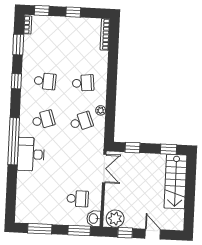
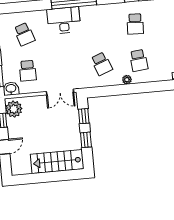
plant: (101, 110) -> (127, 80), moved
school desk: (43, 120) -> (24, 34), moved
window: (169, 149) -> (86, 140), moved

